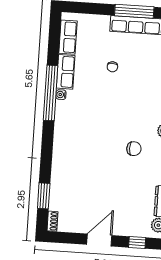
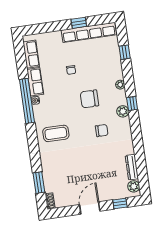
window: (134, 11) -> (79, 23), width x0.46
chair: (127, 107) -> (89, 99), added
coffee table: (77, 140) -> (56, 133), added

